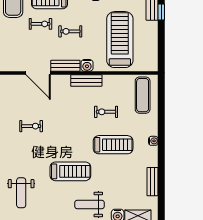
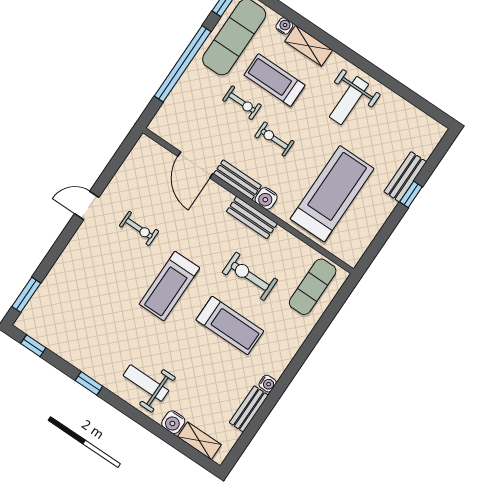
exercise bike: (106, 112) -> (250, 276), width x1.38, depth x1.39
water cooler: (153, 141) -> (268, 384), moved
treadmill: (70, 171) -> (169, 286), moved, turned 90
weight bench: (21, 193) -> (67, 307), removed

